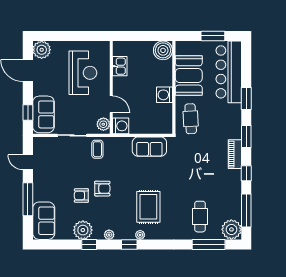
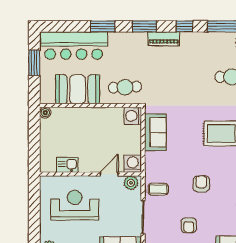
boiler: (163, 50) -> (45, 113), width x0.54, depth x0.54
washing machine: (165, 95) -> (133, 116), moved, turned 90
armchair: (81, 196) -> (189, 225), moved

